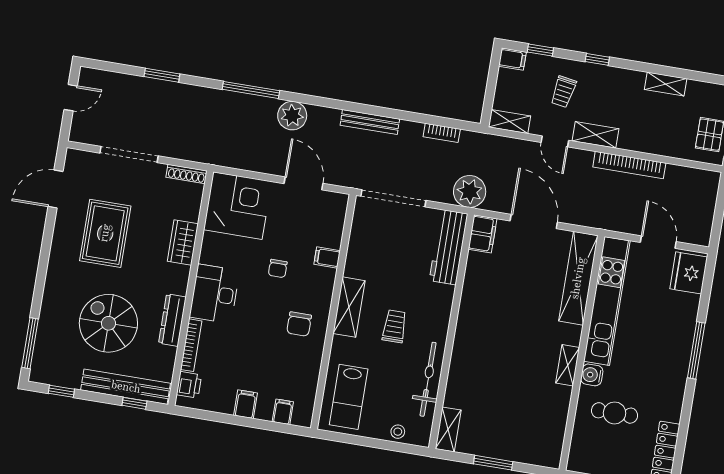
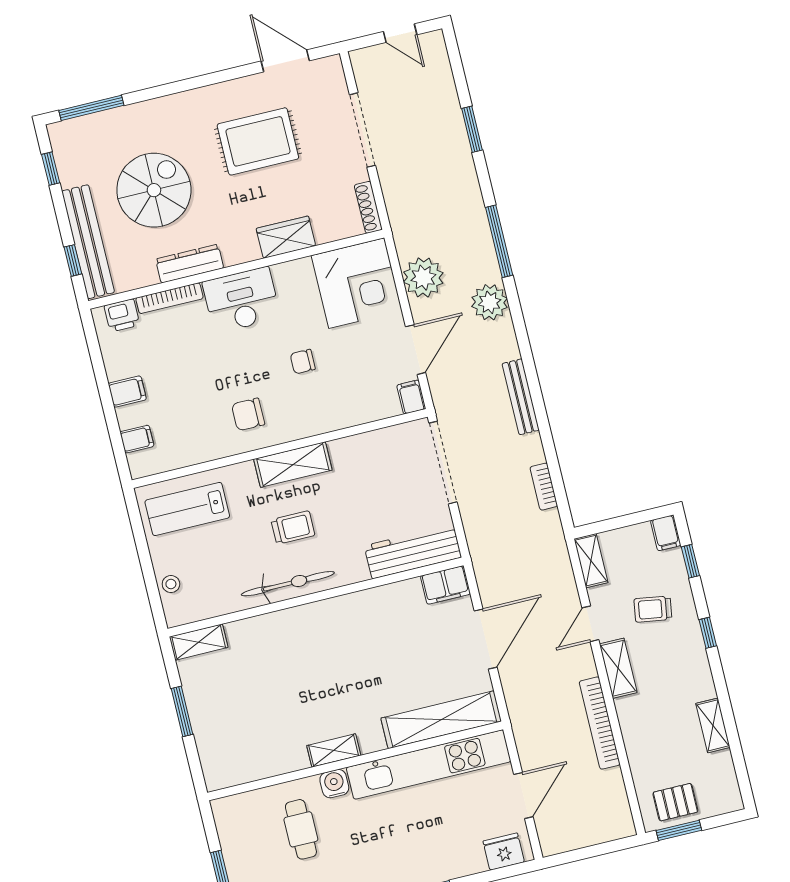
plant: (470, 191) -> (423, 278), moved
filing cabinet: (327, 257) -> (411, 397), moved
fridge: (689, 273) -> (504, 852), width x0.73, depth x0.75
bicycle: (428, 379) -> (288, 584), moved

